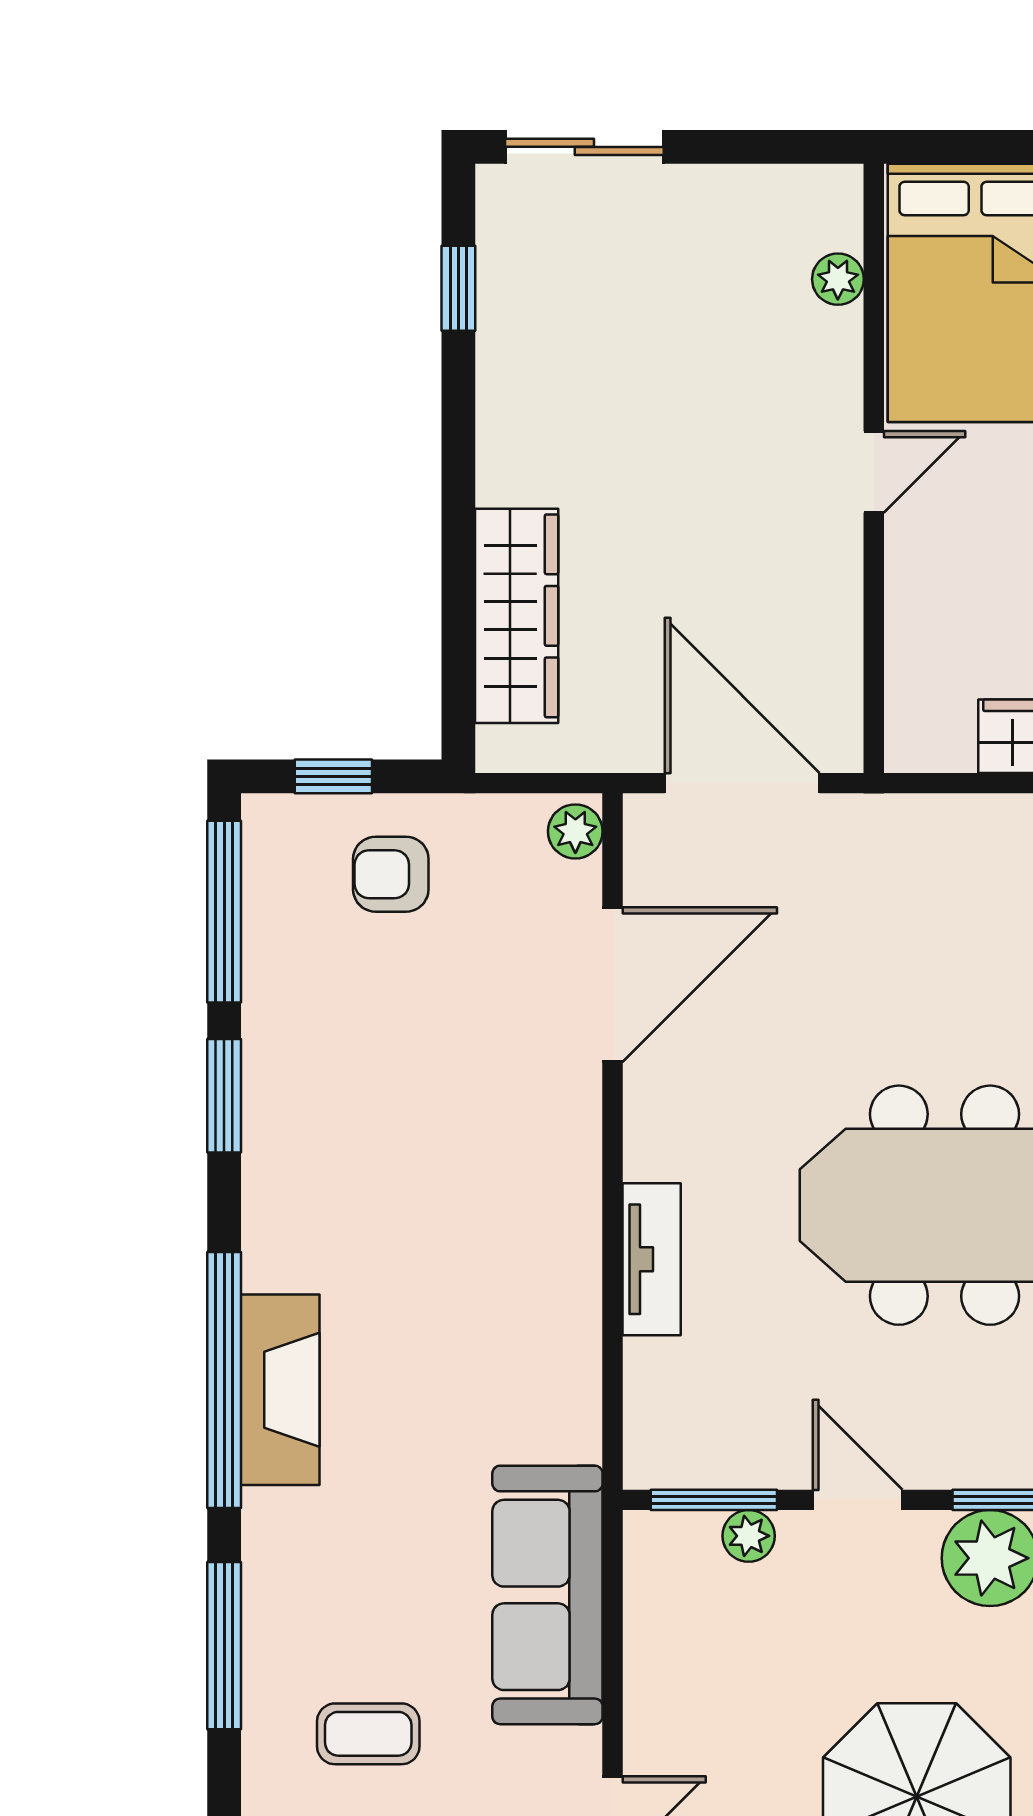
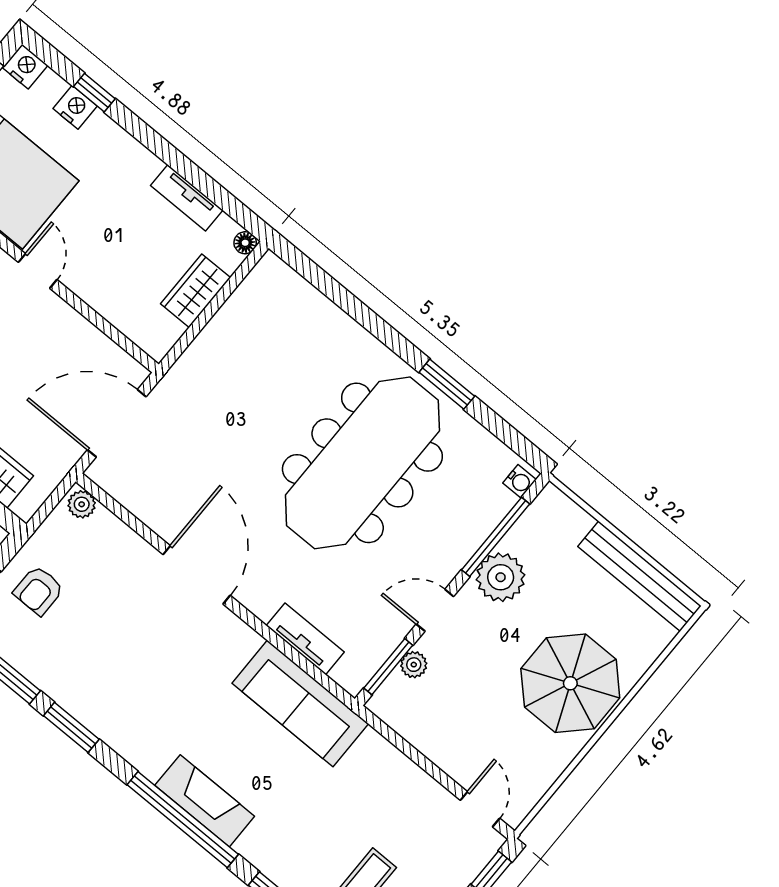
door: (613, 985) -> (197, 575), moved
tv unit: (652, 1259) -> (305, 639), moved
sofa: (547, 1595) -> (300, 703), moved

